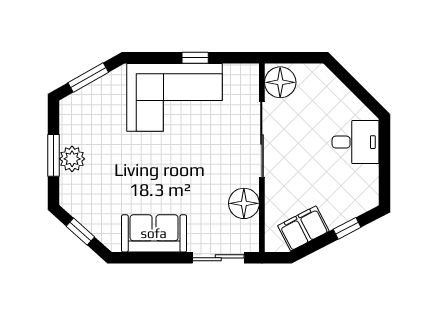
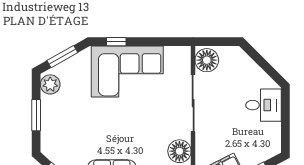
window: (195, 58) -> (116, 42), moved
plant: (72, 159) -> (50, 84), moved

